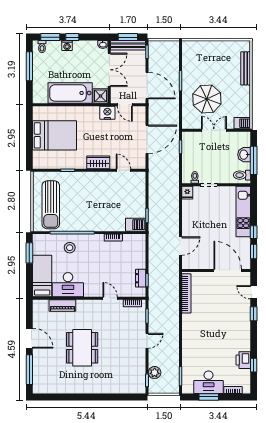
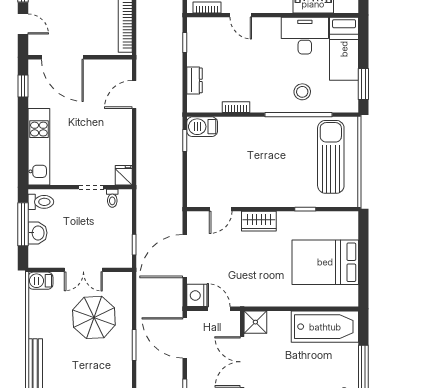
bathtub: (70, 93) -> (325, 327), moved
nightstand: (107, 113) -> (197, 295), moved, turned 90
door: (123, 170) -> (221, 209), hinge flipped
window: (254, 232) -> (23, 115), removed
dresser: (141, 278) -> (194, 80), moved

